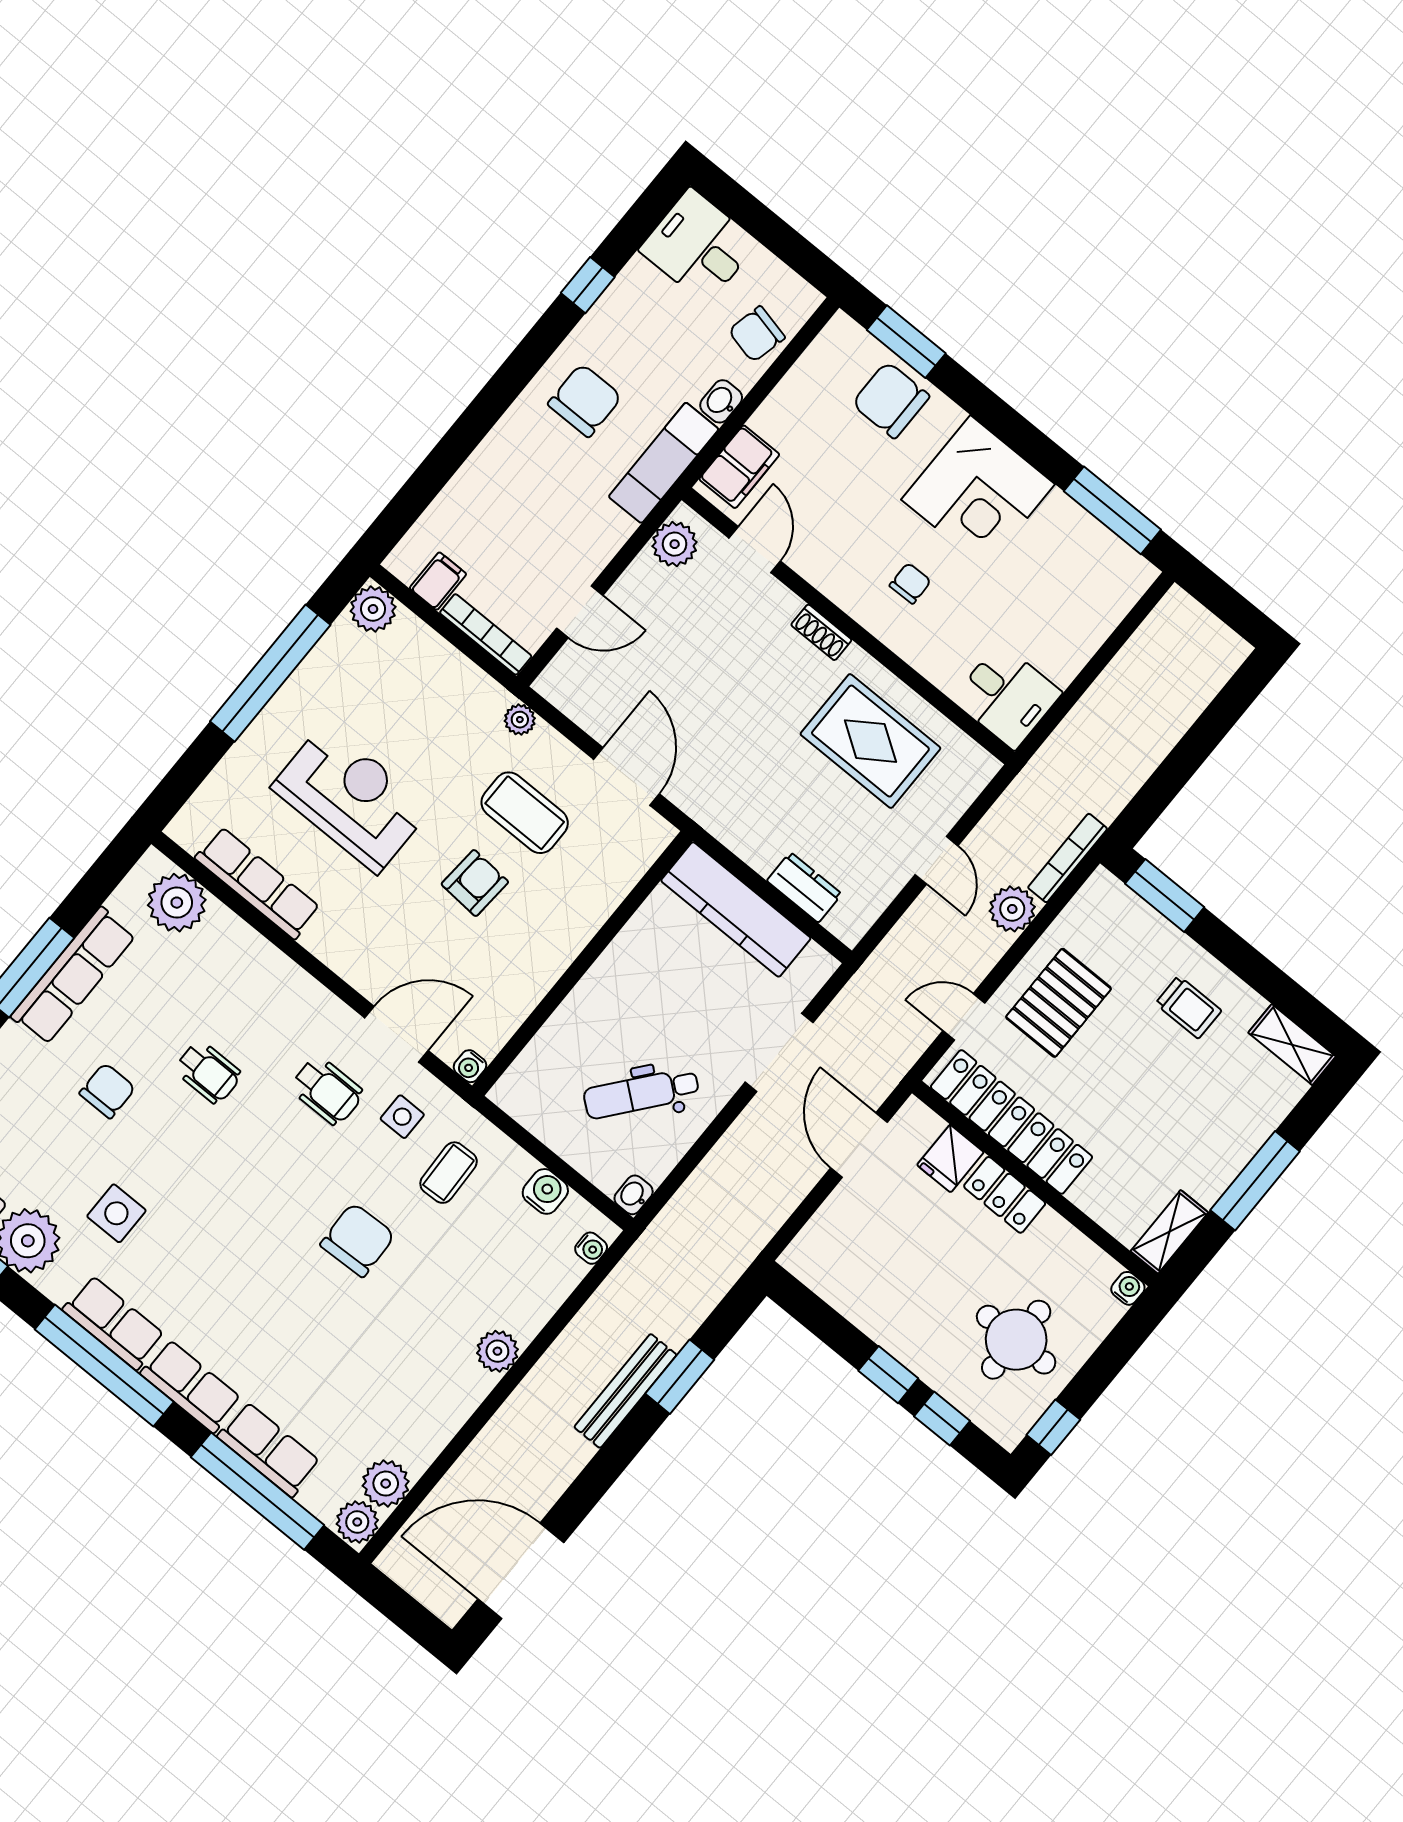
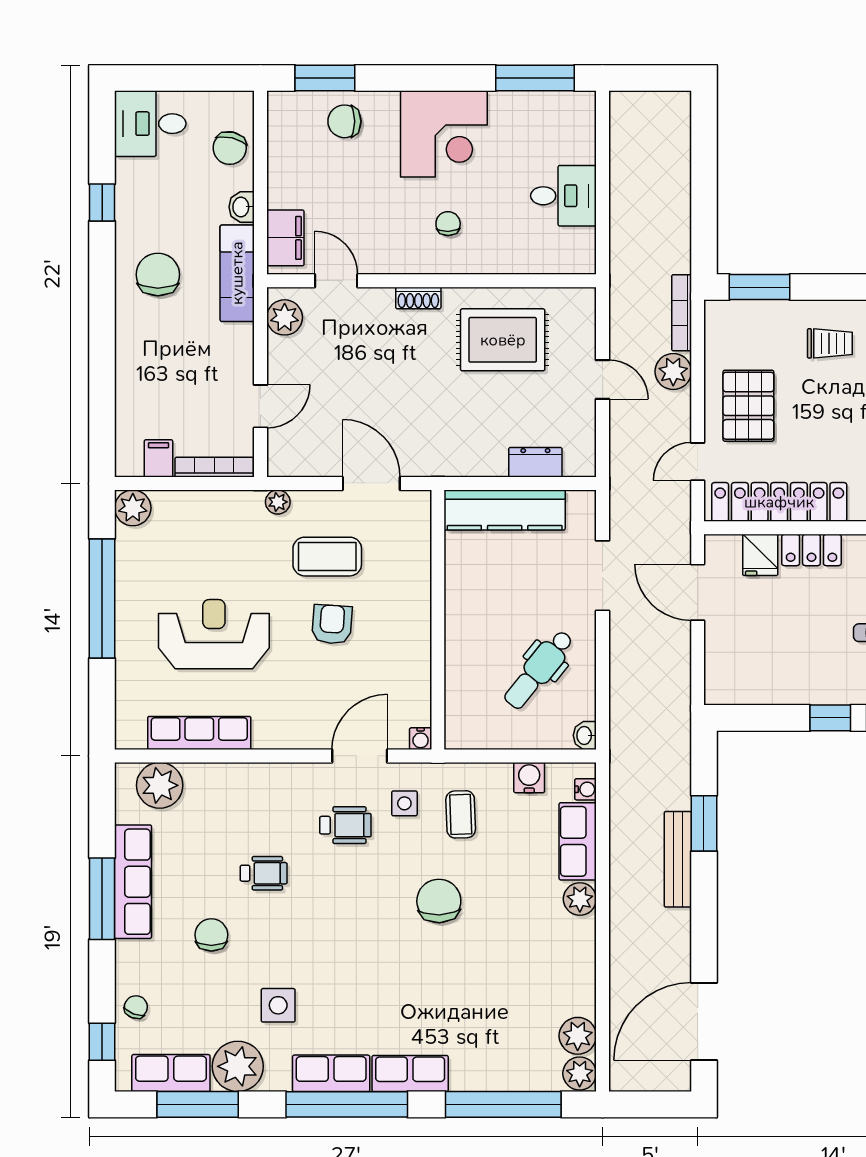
chair: (891, 400) -> (344, 121), width x0.73, depth x0.73
desk: (1007, 696) -> (563, 196), moved
row of seats: (269, 1449) -> (578, 841), moved, turned -90

